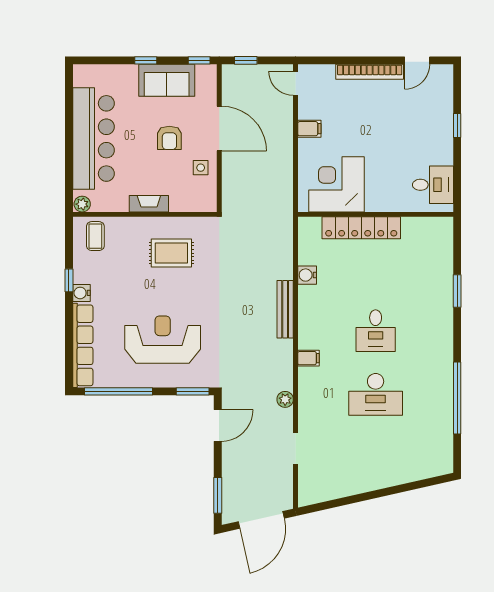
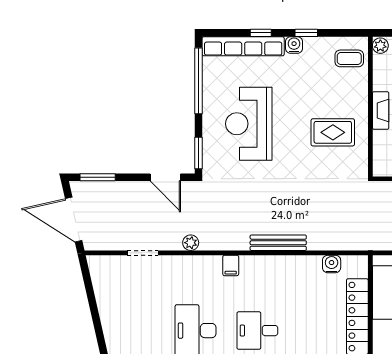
rug: (171, 253) -> (333, 132), turned 90
water cooler: (307, 275) -> (332, 264), moved
window: (69, 327) -> (261, 33), added
reception desk: (163, 340) -> (249, 124), turned 180

